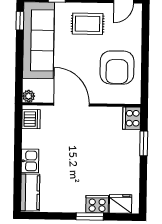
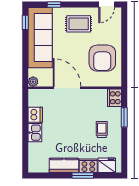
dishwasher: (31, 119) -> (35, 115), moved
trolley: (115, 158) -> (102, 129), added
kitchen counter: (30, 192) -> (64, 165), moved, turned -90

